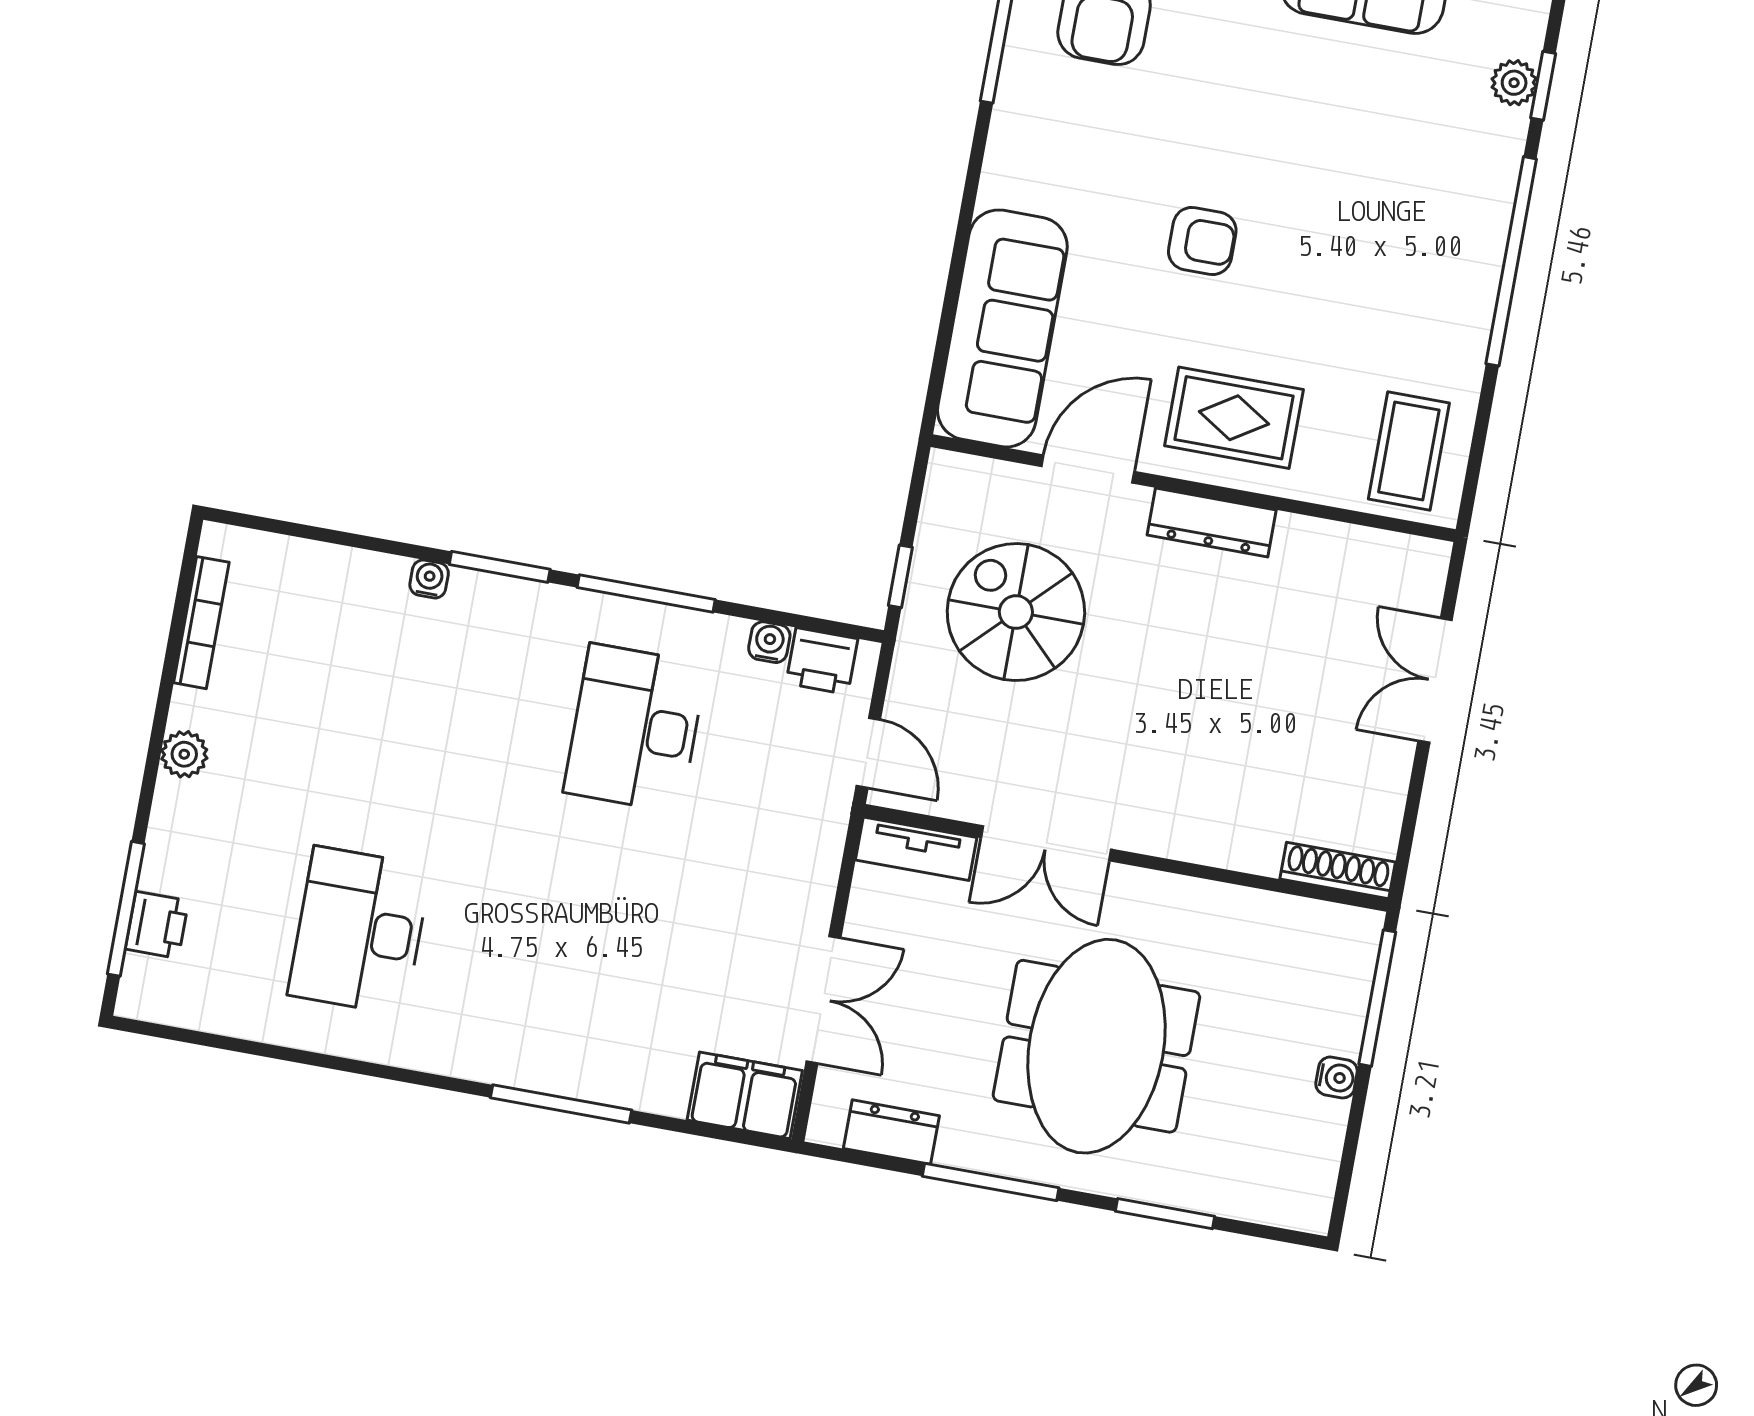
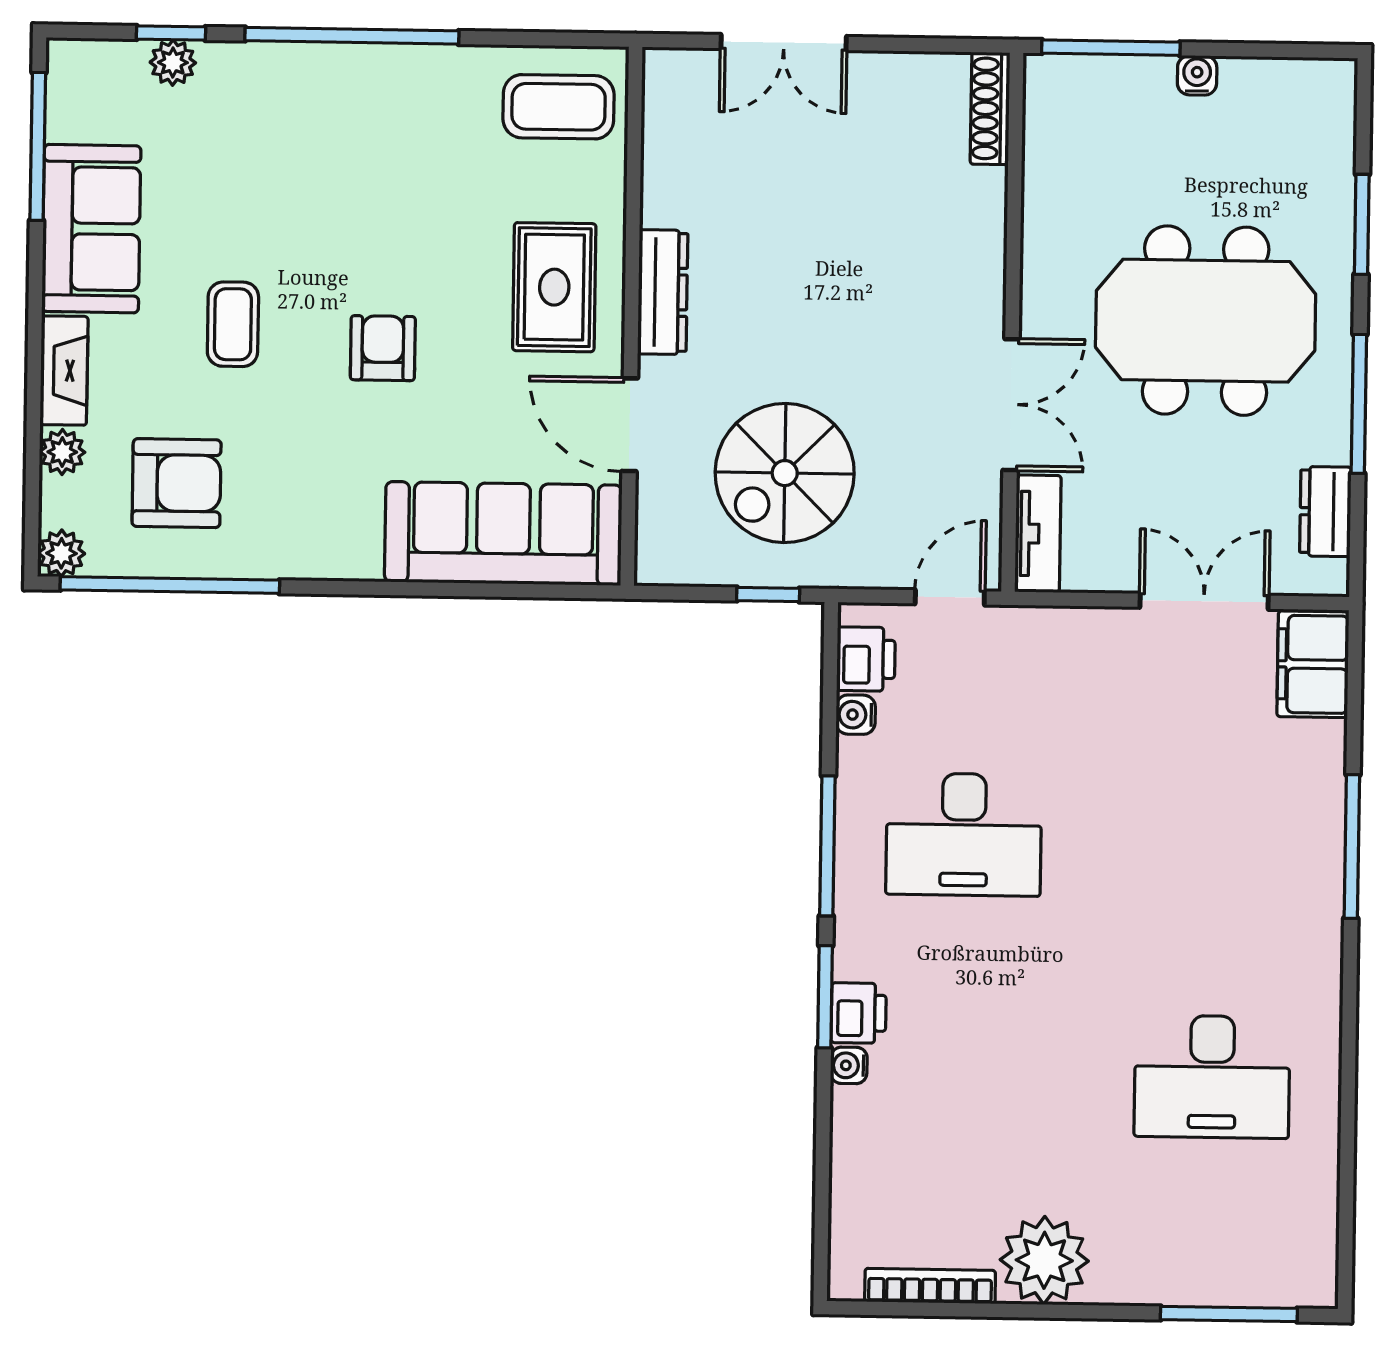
coffee table: (1250, 99) -> (233, 324), added
plant: (184, 754) -> (1044, 1260), width x1.87, depth x1.87
printer: (157, 925) -> (859, 1013), moved, turned 90

